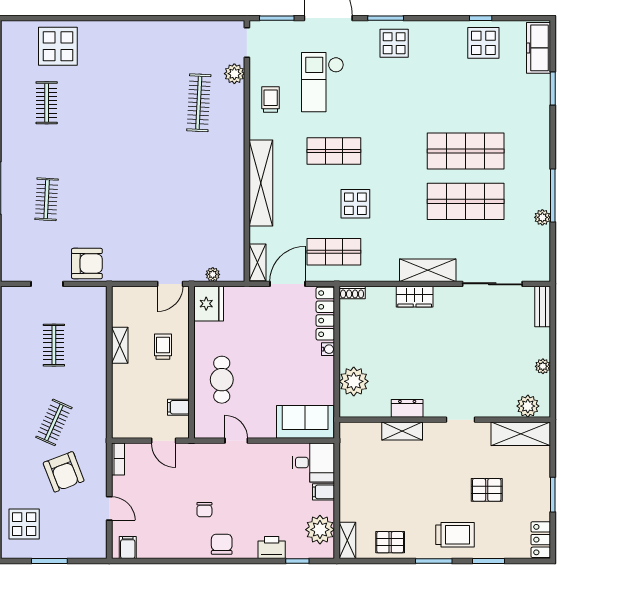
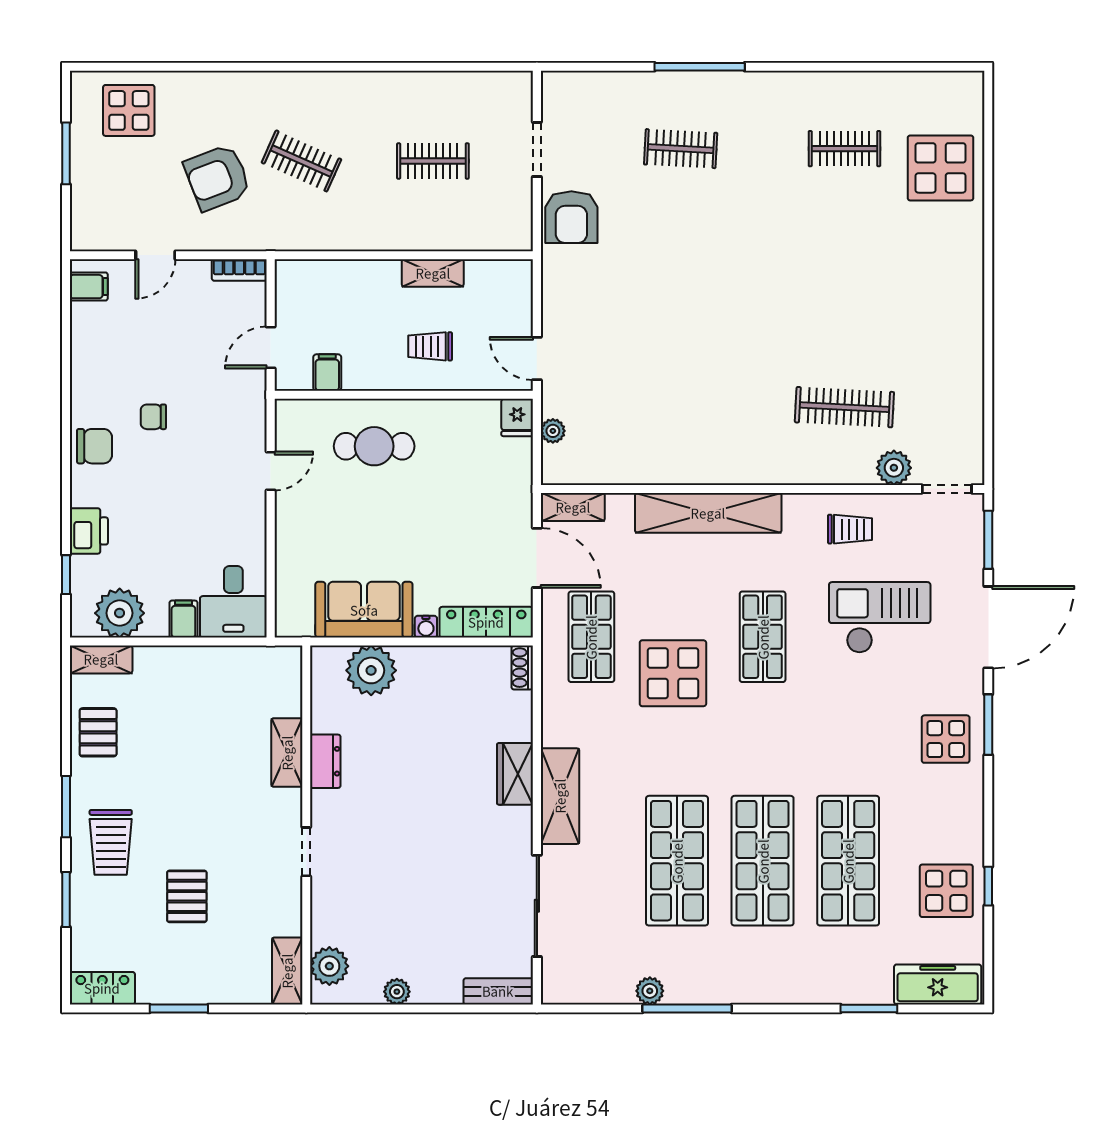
shop shelf: (466, 101) -> (848, 861), added
display table: (355, 204) -> (673, 673), width x1.36, depth x1.36
fridge: (209, 304) -> (517, 417), width x0.53, depth x0.75
trolley: (163, 347) -> (430, 346), turned 180
sofa: (305, 422) -> (364, 610), moved, turned -90
shelving: (521, 434) -> (287, 971), width x0.67, depth x0.75

